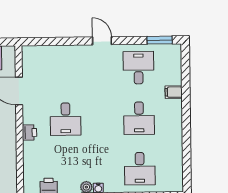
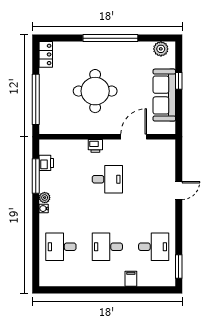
door: (102, 41) -> (179, 191), moved
desk: (66, 119) -> (107, 179), turned 180

